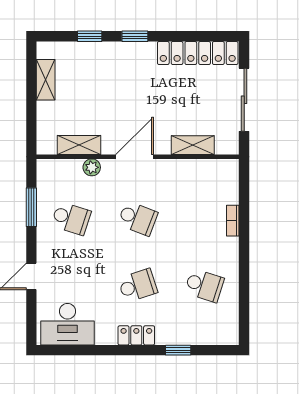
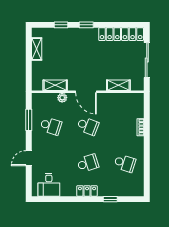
door: (135, 157) -> (86, 92), swing flipped
desk: (67, 324) -> (49, 185), width x0.73

